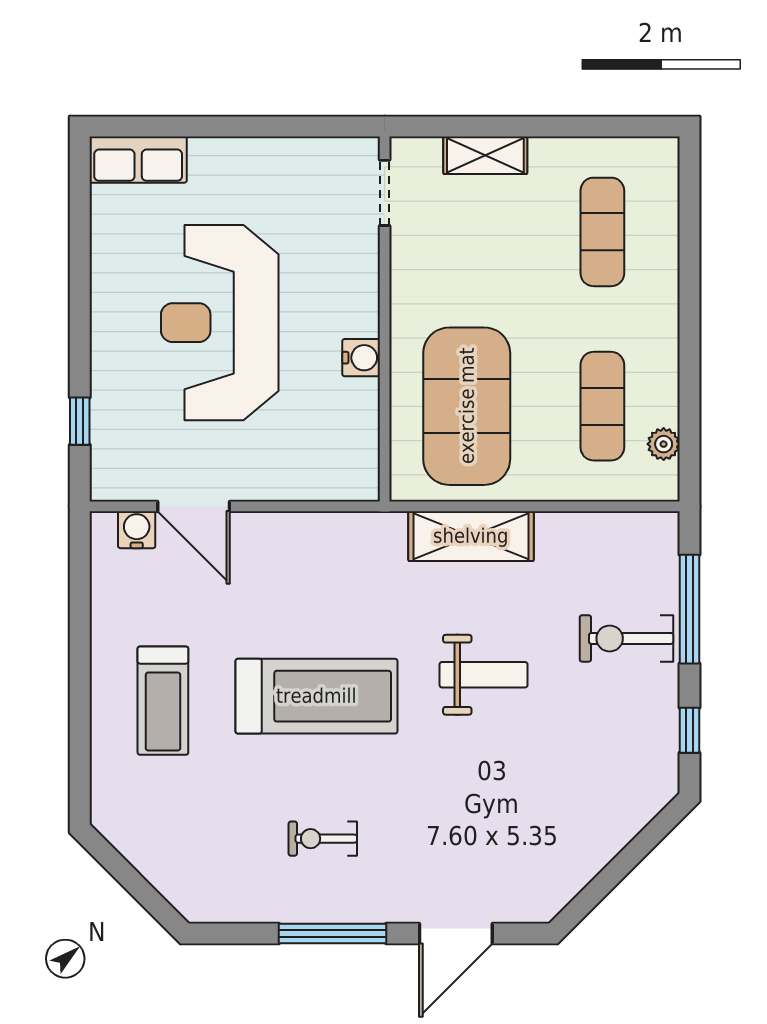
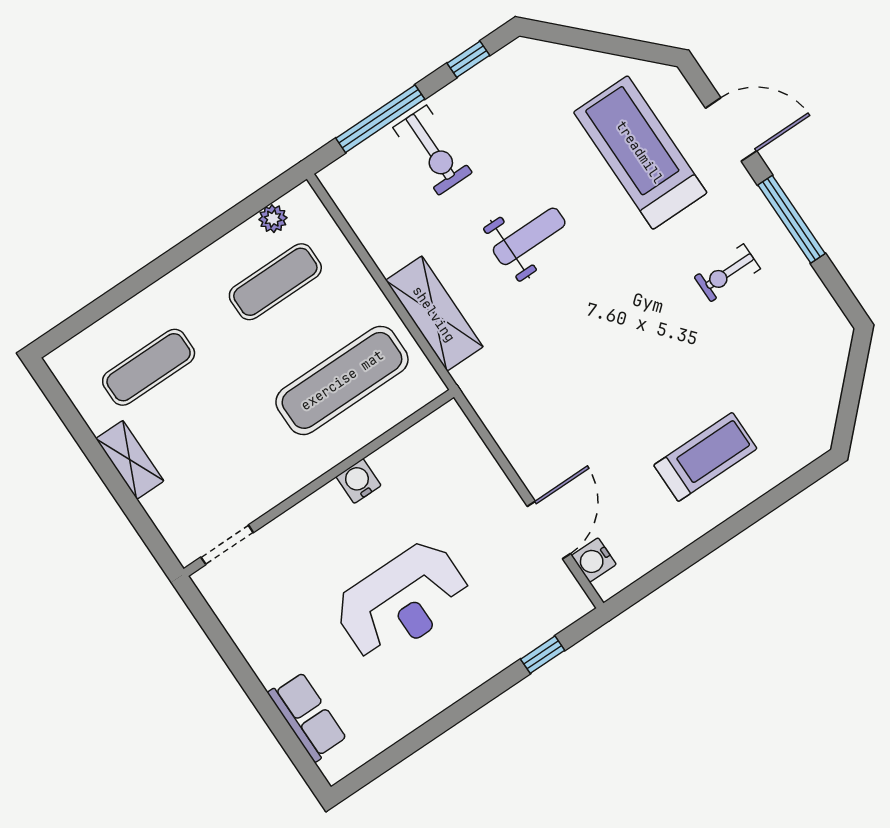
shelving: (485, 155) -> (130, 460), moved
row of seats: (138, 160) -> (308, 716), moved
reception desk: (220, 323) -> (402, 601), width x0.74, depth x0.77
exercise mat: (467, 406) -> (342, 380), width x0.68
weight bench: (484, 675) -> (529, 236), turned 90
treadmill: (316, 696) -> (640, 152), moved
exercise bike: (323, 839) -> (727, 273), turned 90

